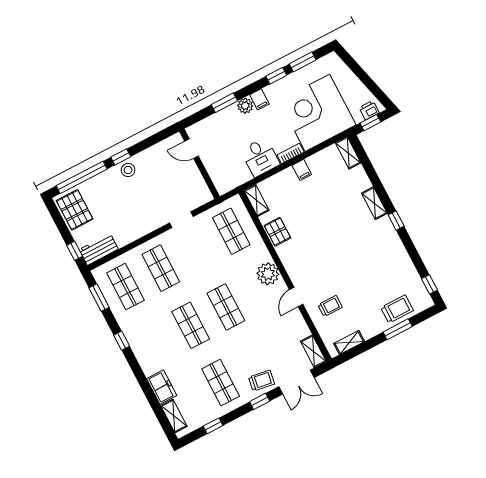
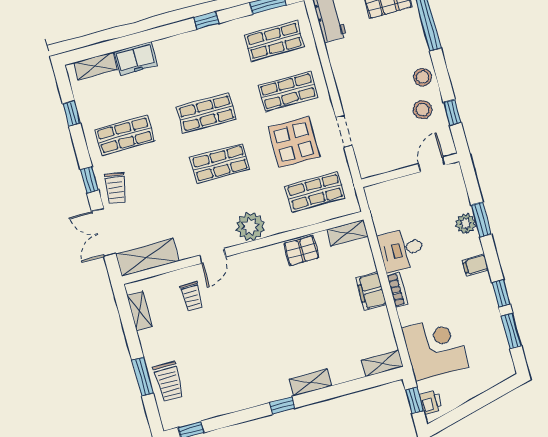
plant: (245, 106) -> (466, 224), moved
corner desk: (317, 113) -> (435, 348), width x0.74, depth x0.74
window: (121, 157) -> (452, 112), moved
stool: (152, 165) -> (423, 110), added
filing cabinet: (302, 170) -> (371, 291), width x2.00
display table: (198, 255) -> (294, 142), added
door: (296, 297) -> (213, 256), swing flipped
shelving: (313, 351) -> (147, 257), width x1.50, depth x1.33

